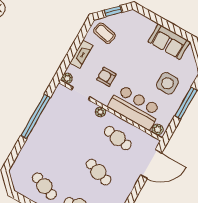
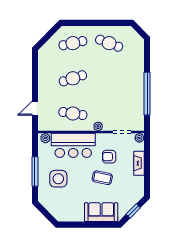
coffee table: (105, 33) -> (102, 178), moved
sofa: (169, 42) -> (101, 212), moved
armchair: (106, 77) -> (109, 157), turned 180
door: (151, 164) -> (35, 108), width x0.53
cafe table: (98, 172) -> (73, 78), turned -36

